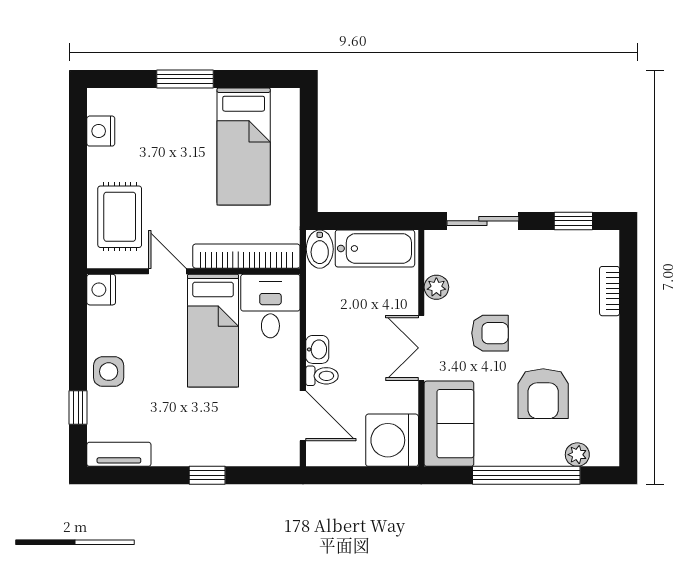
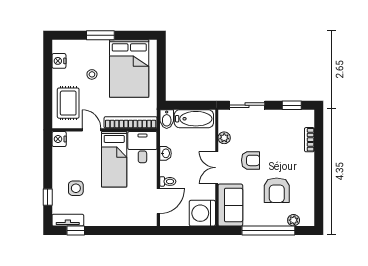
bed: (244, 146) -> (129, 69), width x1.50
stool: (168, 158) -> (92, 74), added
washbasin: (317, 349) -> (166, 153), moved
side table: (109, 372) -> (76, 188), moved
door: (303, 416) -> (158, 201), hinge flipped
window: (207, 475) -> (76, 230), moved

